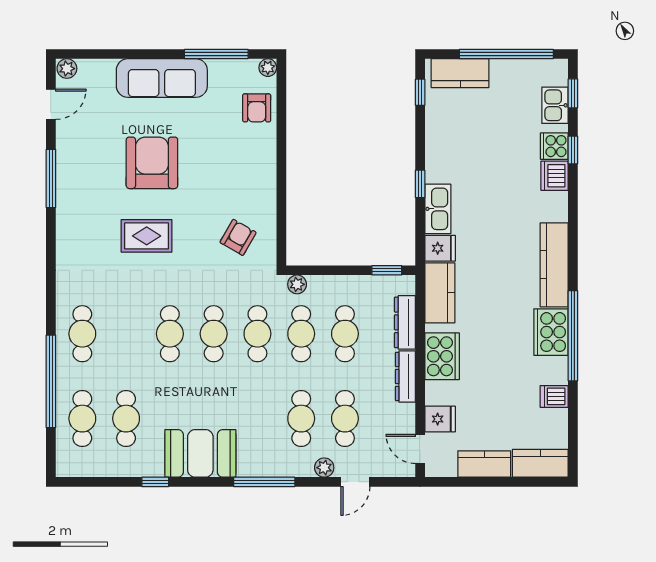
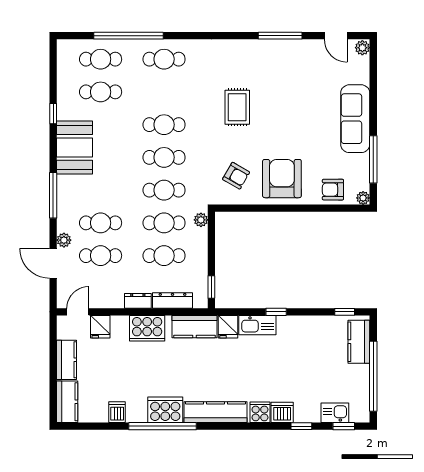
cooker: (554, 146) -> (260, 412), moved
armchair: (152, 163) -> (282, 179), moved, turned -90
dresser: (405, 377) -> (138, 301), width x0.70
door: (355, 482) -> (53, 263), width x1.37

